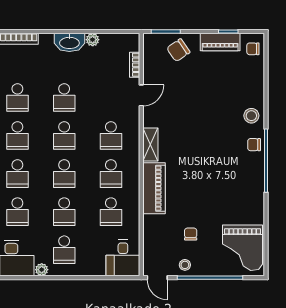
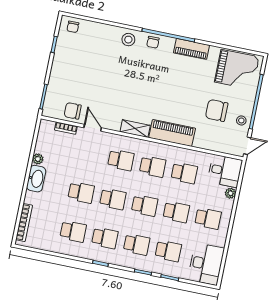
piano: (220, 42) -> (191, 49), moved, turned 90
chair: (178, 50) -> (73, 111), moved, turned 124
chair: (191, 234) -> (217, 110), width x1.87, depth x1.87
plant: (42, 270) -> (230, 193), moved

